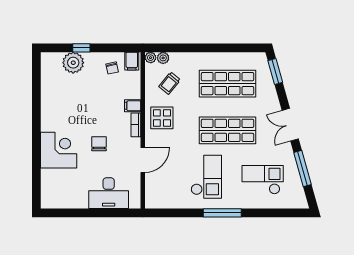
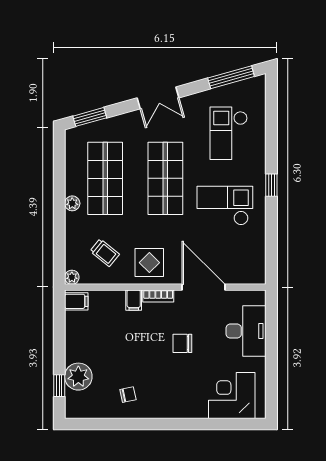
window: (81, 48) -> (59, 386), moved
plant: (163, 58) -> (72, 203), moved
chair: (112, 68) -> (128, 395), moved
corner desk: (59, 150) -> (232, 395), moved
door: (143, 160) -> (203, 287), width x1.36
window: (303, 169) -> (231, 77), moved
window: (222, 213) -> (271, 185), width x0.46

